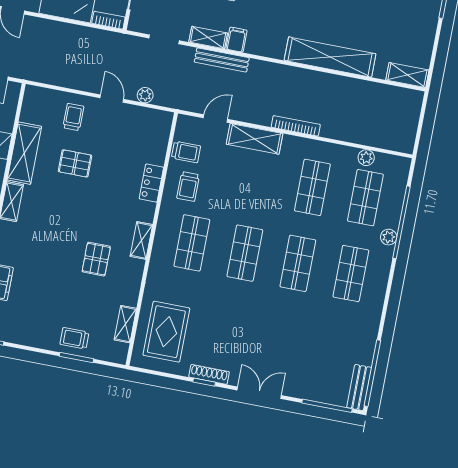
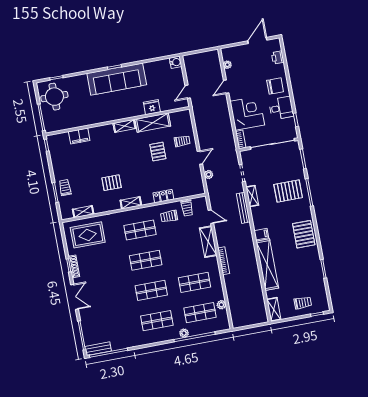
trolley: (415, 23) -> (303, 303), added
filing cabinet: (236, 40) -> (261, 234), moved

